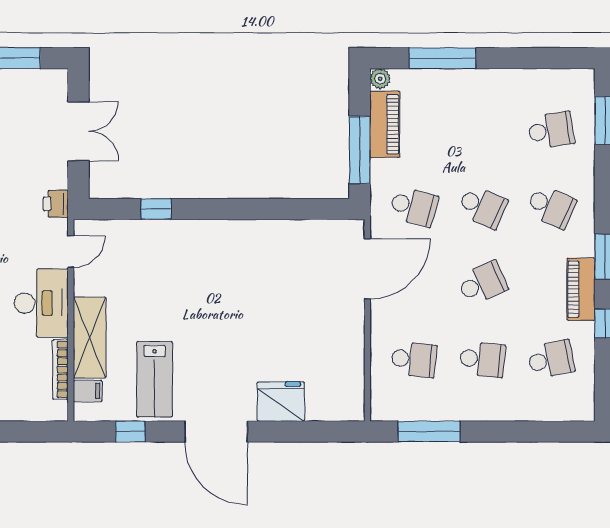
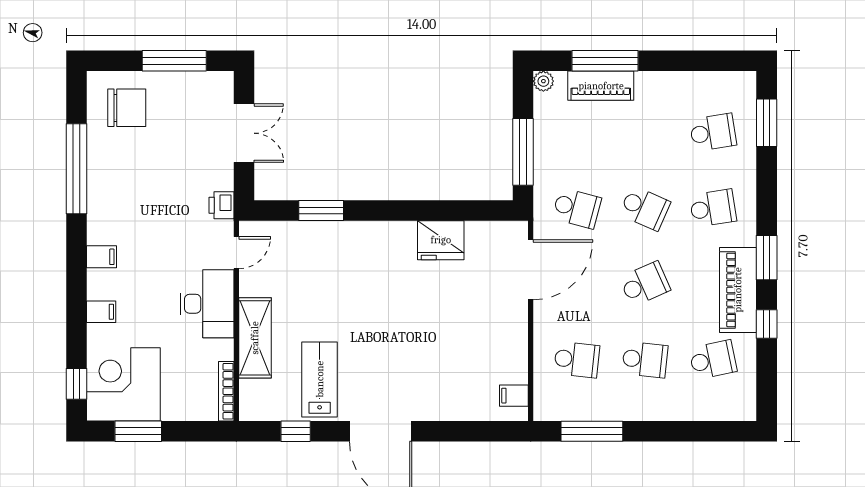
piano: (385, 124) -> (601, 86), moved, turned 90
school desk: (551, 207) -> (713, 208), turned -33
window: (156, 209) -> (321, 210), width x1.50
piano: (581, 289) -> (738, 290), width x1.37, depth x1.33
bookcase: (61, 369) -> (226, 391), moved
lab bench: (155, 379) -> (320, 379), turned 180
filing cabinet: (88, 391) -> (514, 396), moved, turned 180
fridge: (281, 401) -> (441, 240), moved, turned 180

